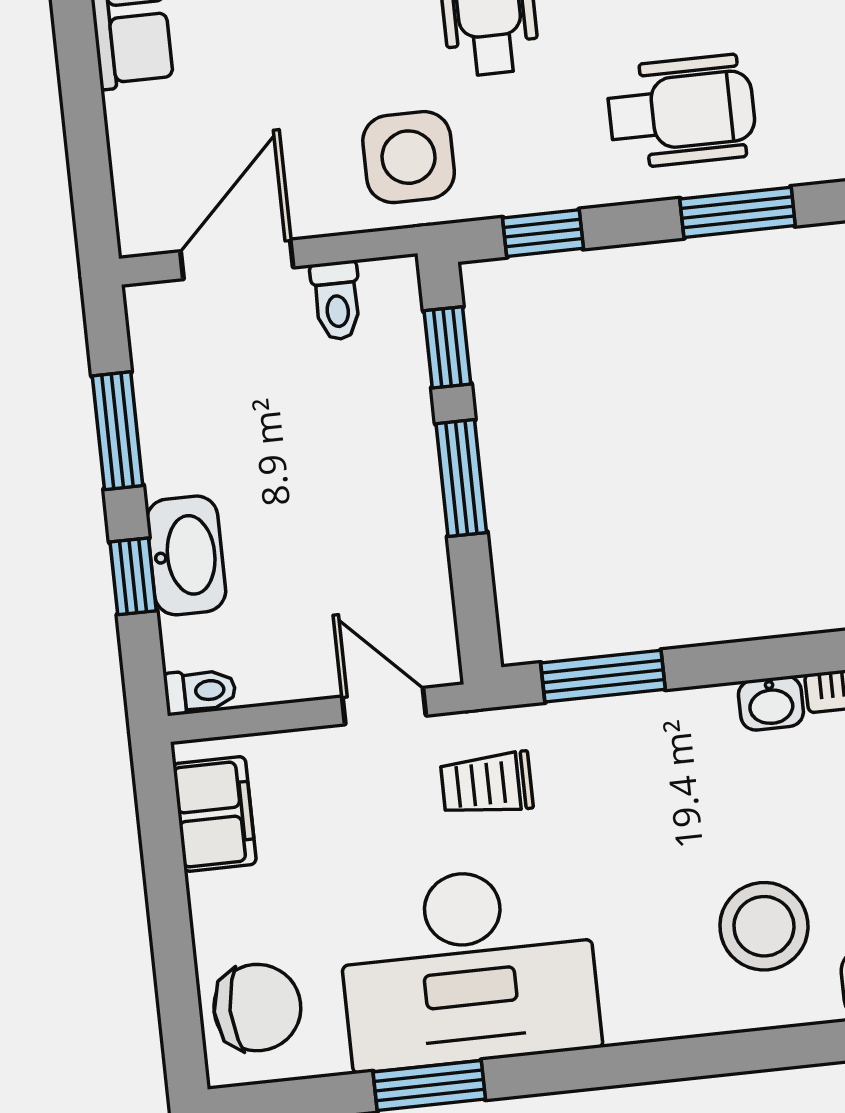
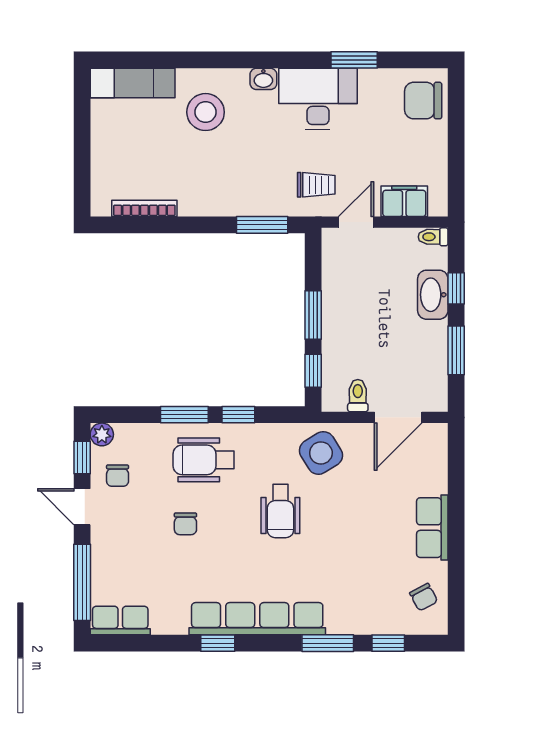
side table: (409, 157) -> (321, 453), turned -32
window: (543, 233) -> (238, 415), moved
washbasin: (771, 703) -> (263, 79), moved, turned 180
door: (384, 706) -> (356, 222), swing flipped
filing cabinet: (215, 814) -> (404, 201), moved, turned 90
desk: (468, 967) -> (318, 99), width x0.73, depth x0.77

